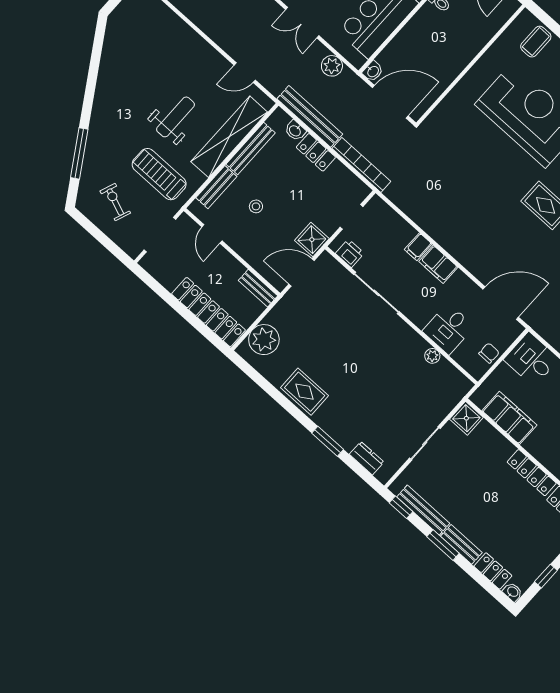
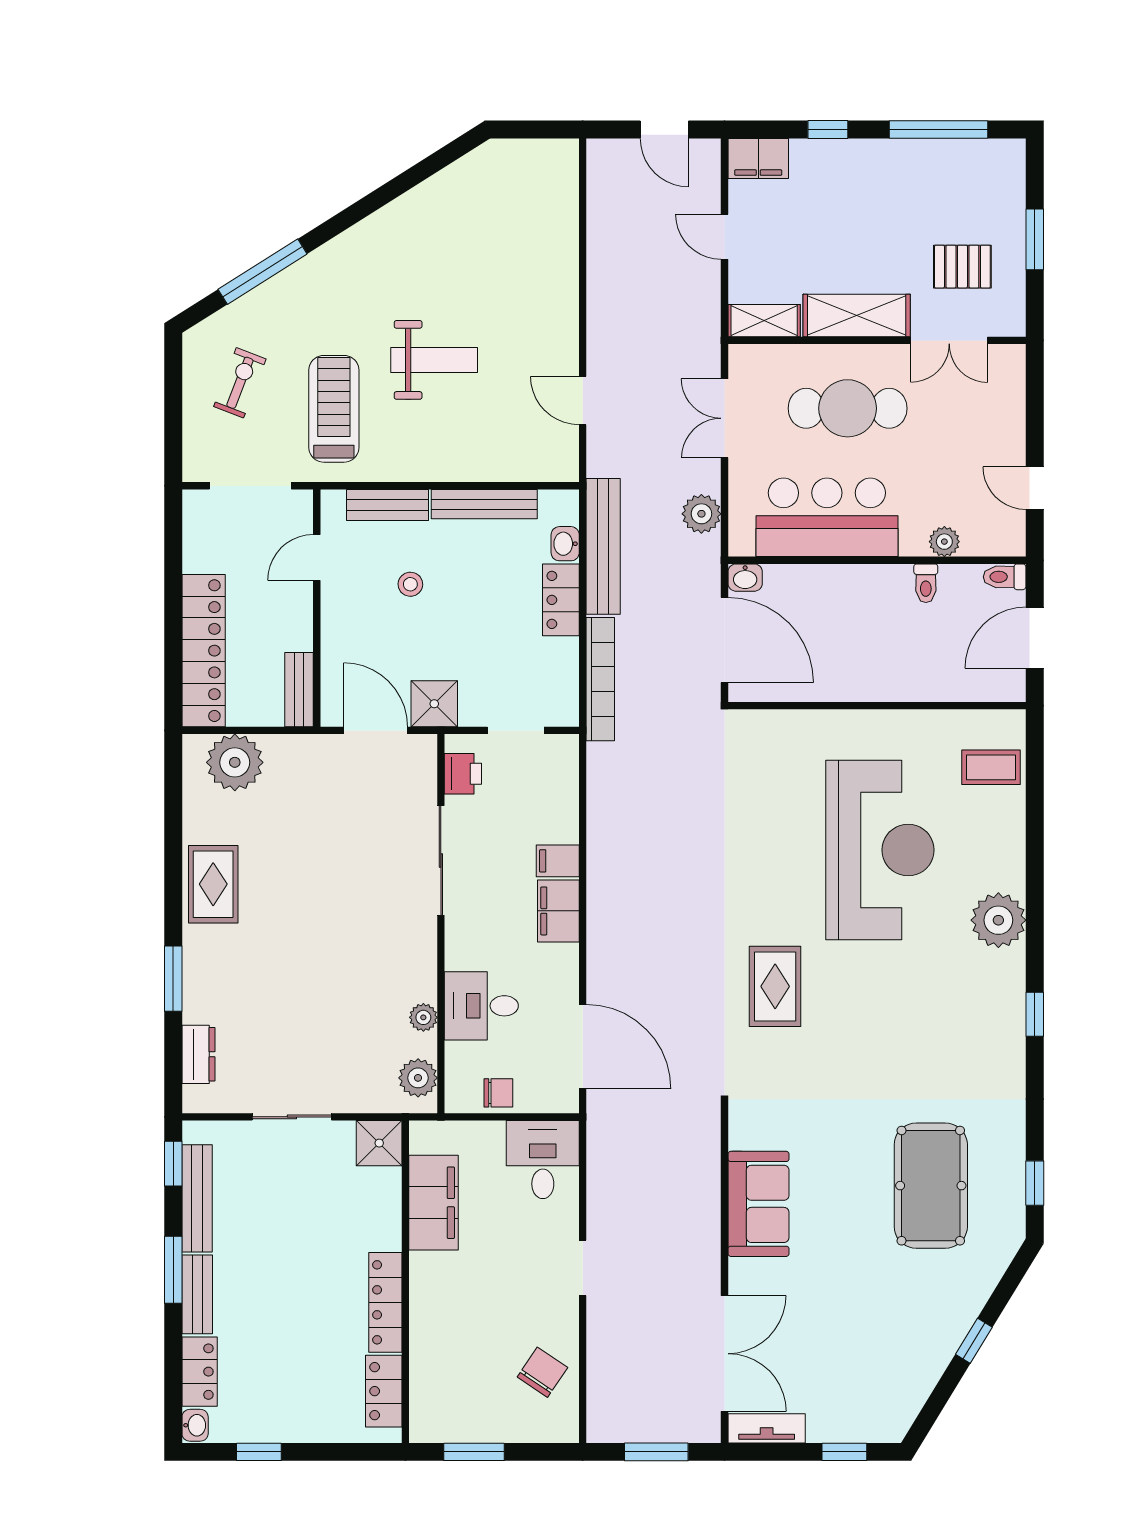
shelving: (229, 137) -> (474, 460), removed
plant: (454, 380) -> (418, 1078), added

